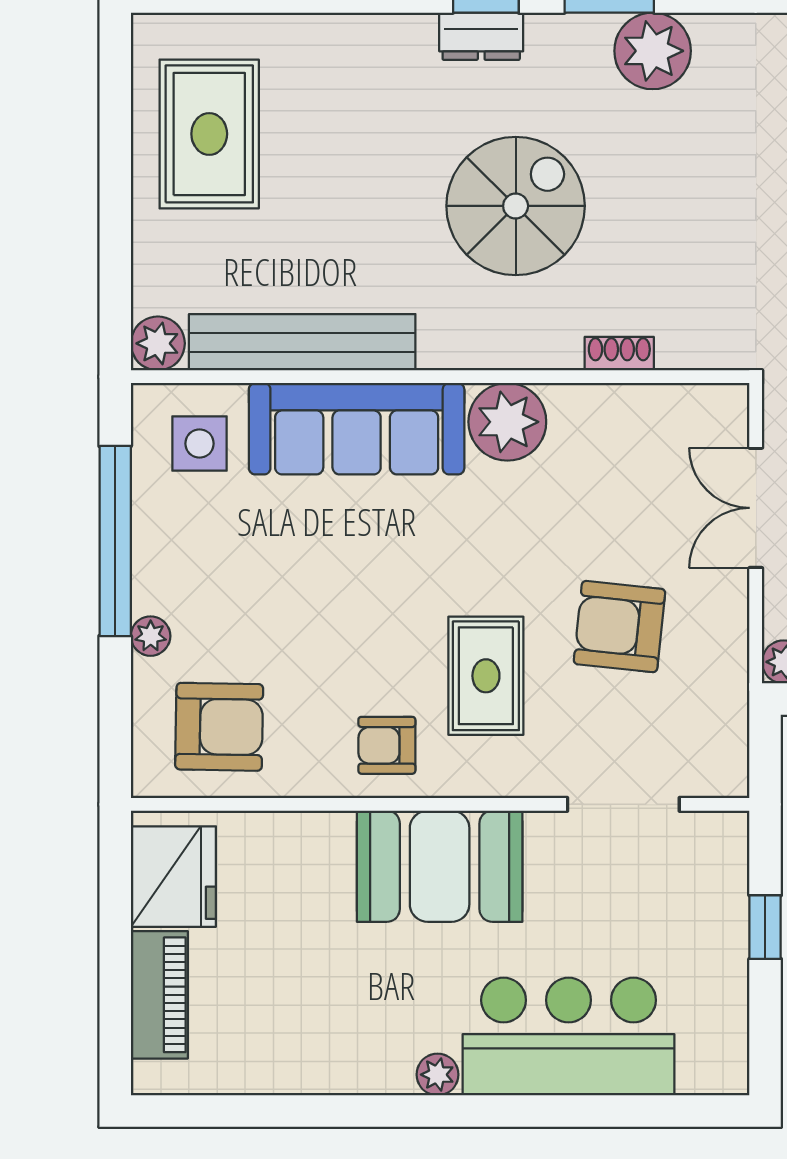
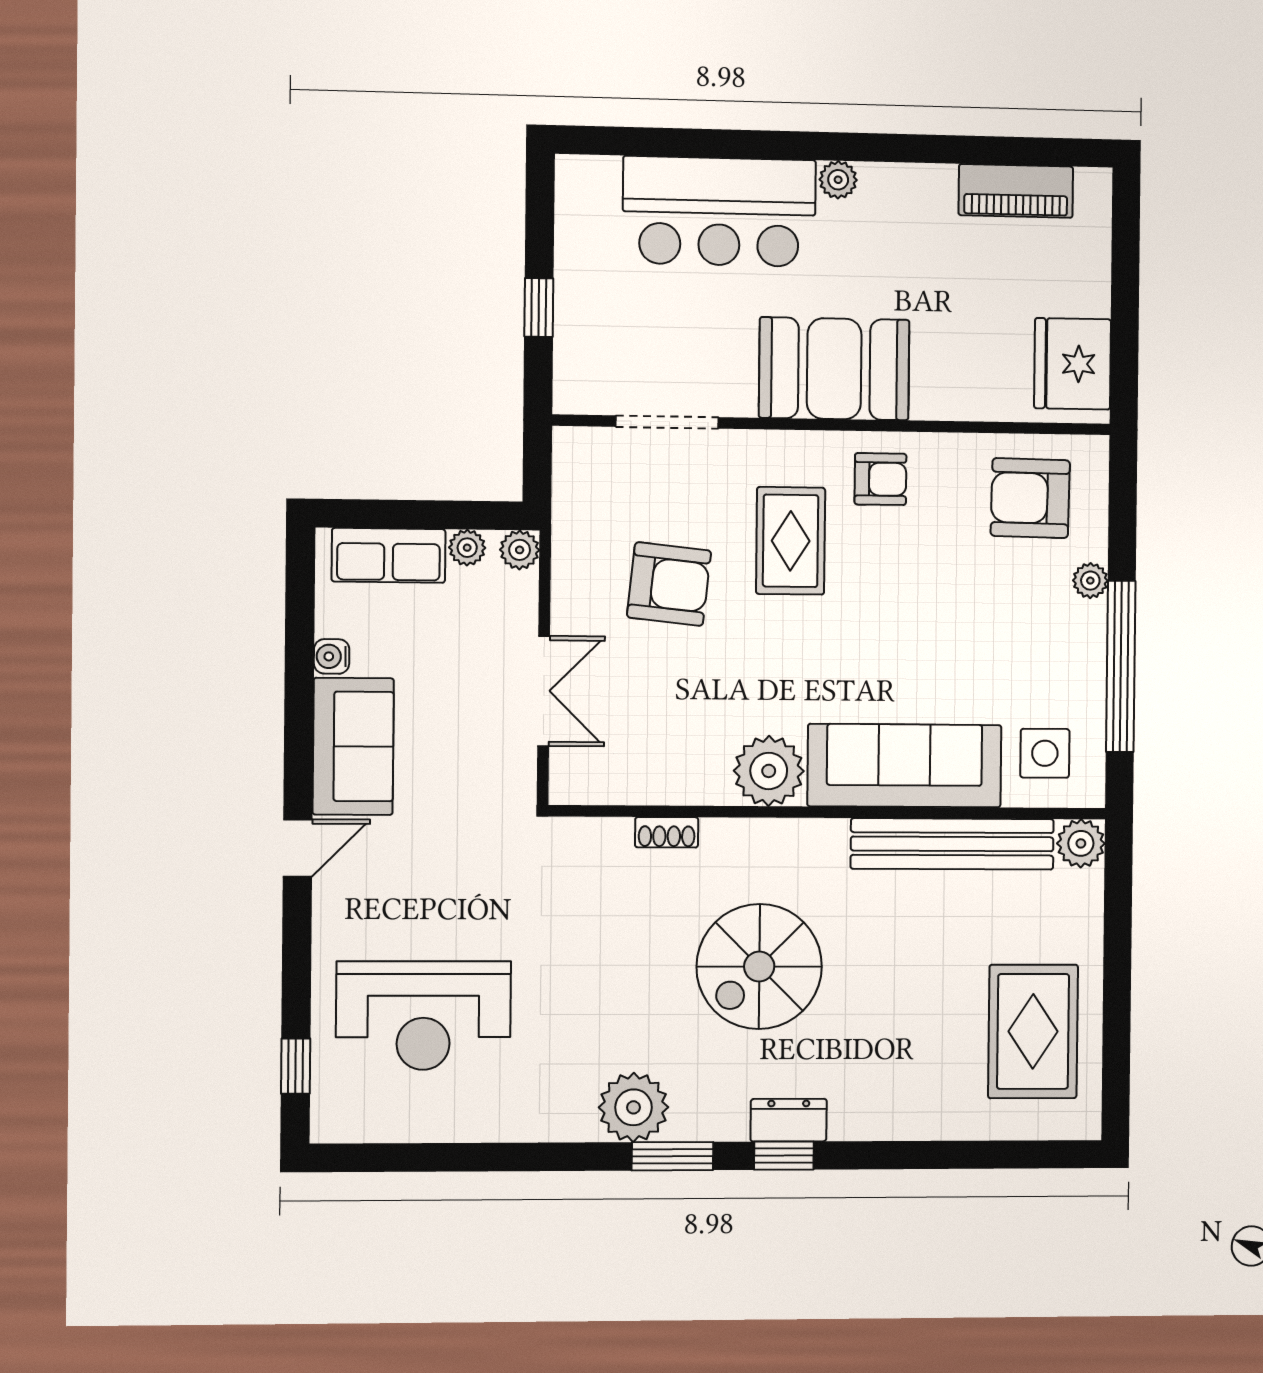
piano: (159, 995) -> (1016, 191), moved, turned -90

